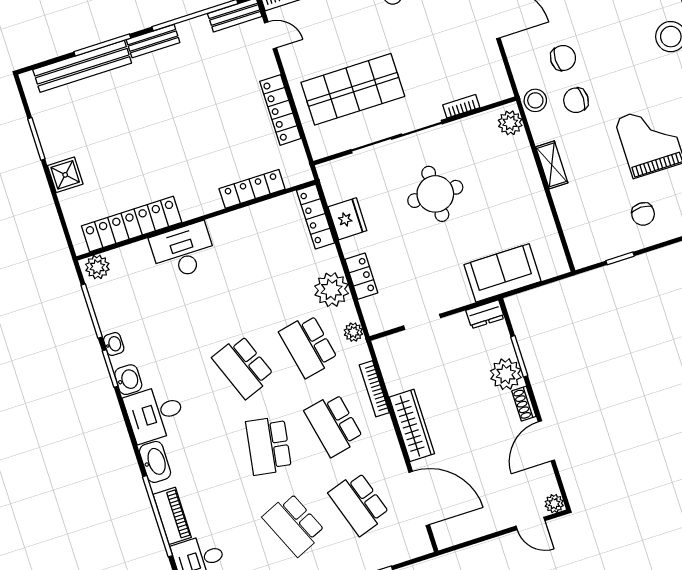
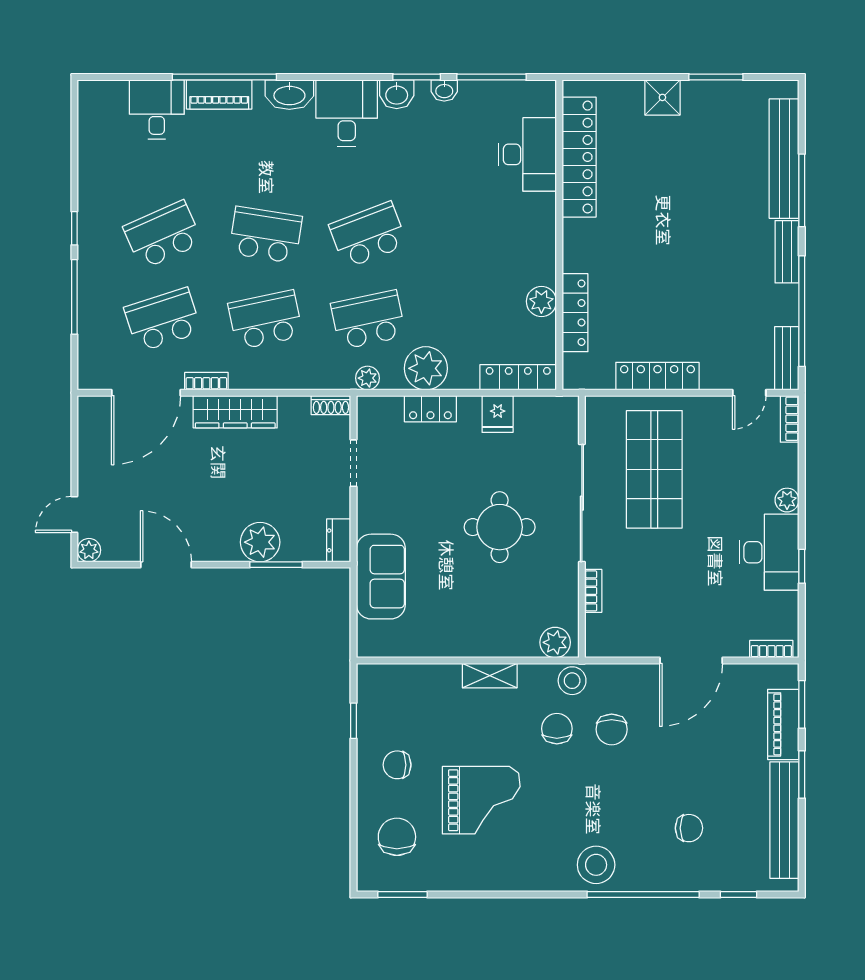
fridge: (347, 219) -> (498, 414), width x0.72
desk: (183, 251) -> (528, 154), moved
plant: (97, 267) -> (541, 301), moved
bookcase: (374, 389) -> (206, 381), moved, width x0.64
shoe rack: (524, 404) -> (331, 405), moved, turned 180

